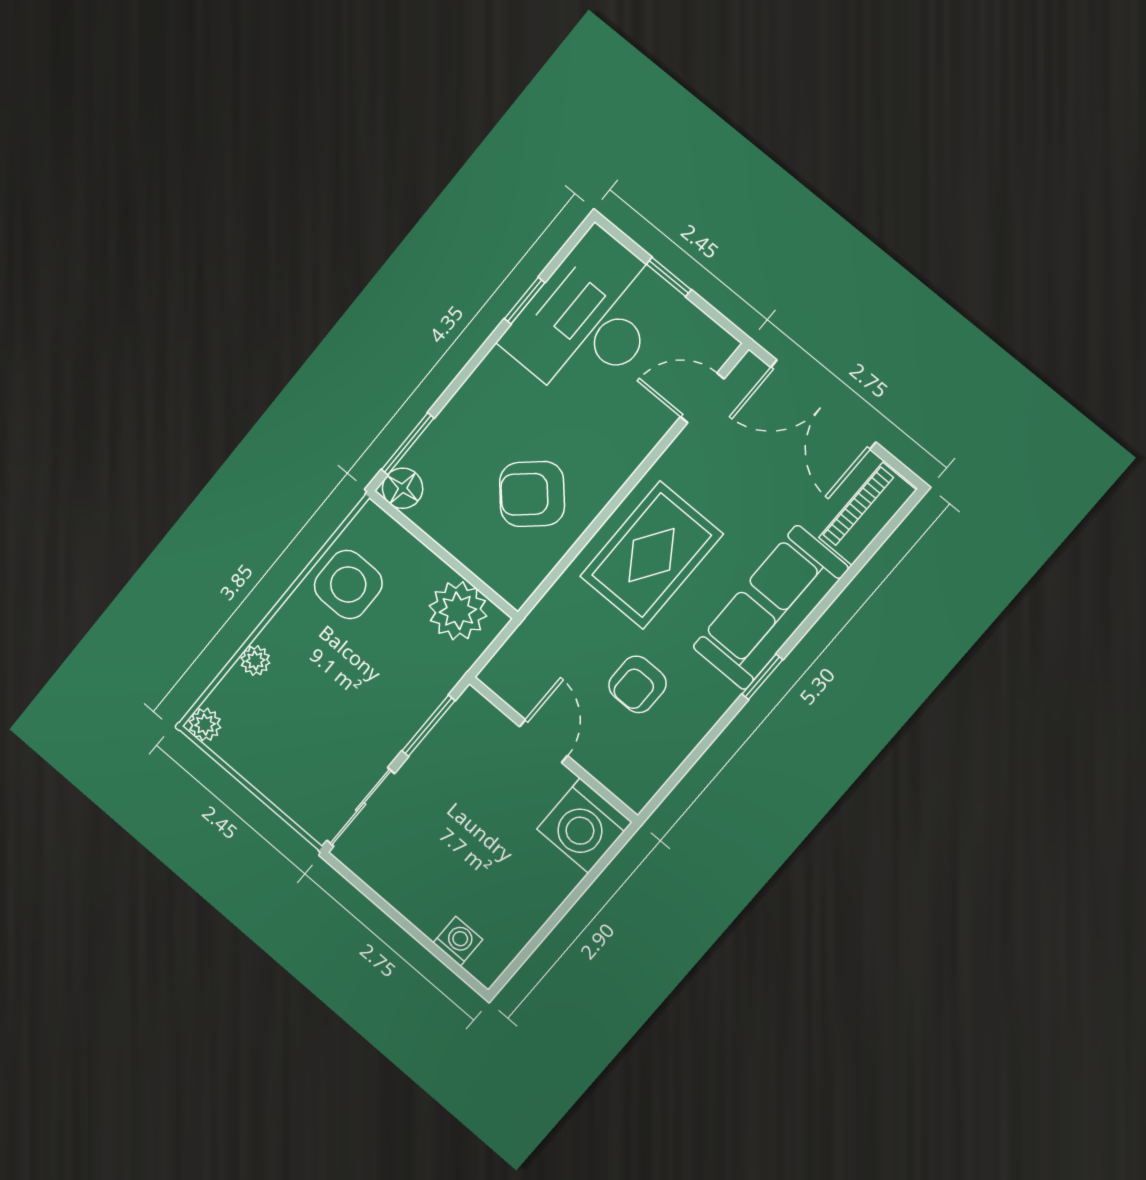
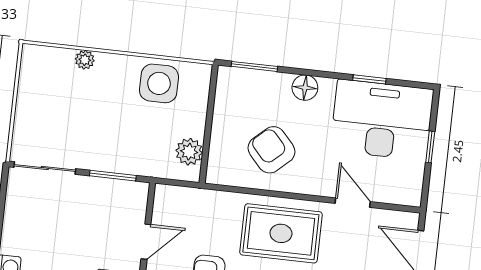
door: (702, 398) -> (353, 203), moved
floor lamp: (403, 488) -> (305, 88), moved
plant: (458, 611) -> (189, 152), width x0.73, depth x0.73
plant: (205, 724) -> (32, 55), removed

